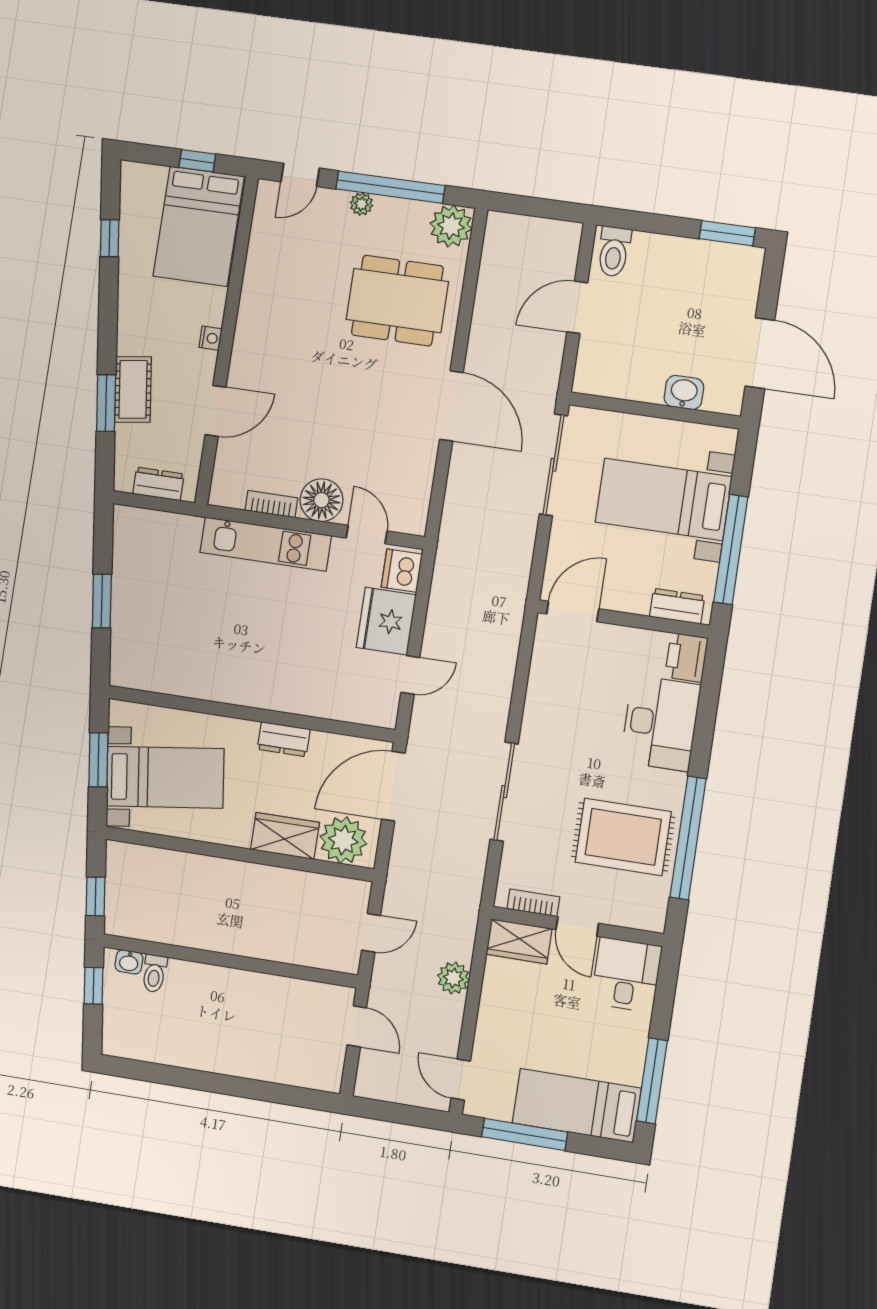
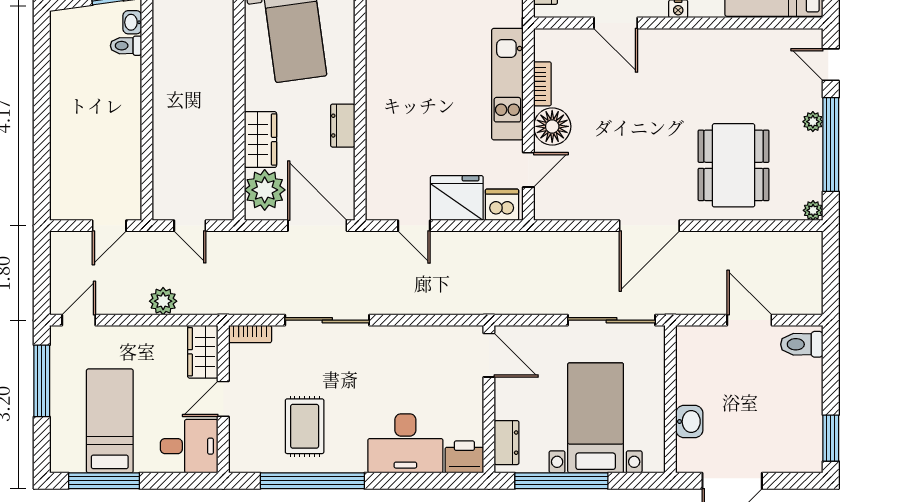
plant: (451, 226) -> (813, 210), width x0.53, depth x0.53
rug: (623, 837) -> (305, 426), width x0.73, depth x0.70
bookcase: (533, 903) -> (250, 334), moved, turned 90
bed: (577, 1106) -> (110, 421), moved

